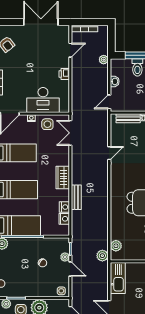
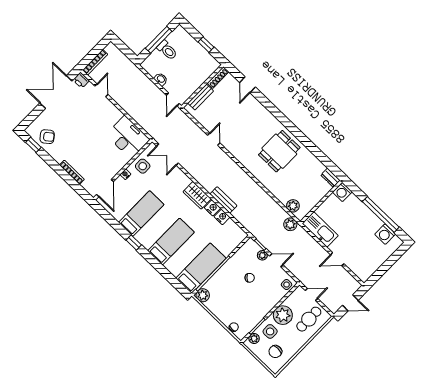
plant: (104, 60) -> (135, 71), removed
printer: (64, 74) -> (81, 80), moved
desk: (43, 100) -> (128, 137), moved, turned -90
nightstand: (64, 219) -> (212, 208), moved

